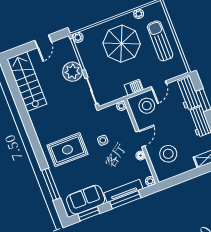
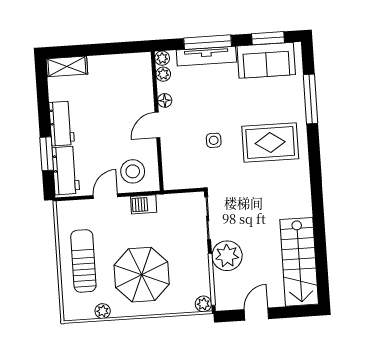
sun lounger: (160, 41) -> (83, 261), turned 180
plant: (121, 106) -> (163, 74), moved
stool: (168, 154) -> (123, 90), removed

